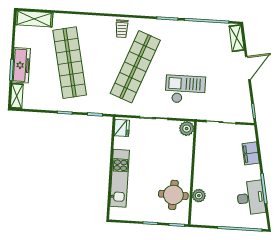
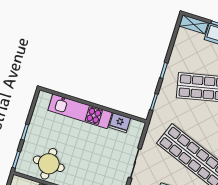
fridge: (122, 128) -> (120, 123), moved

